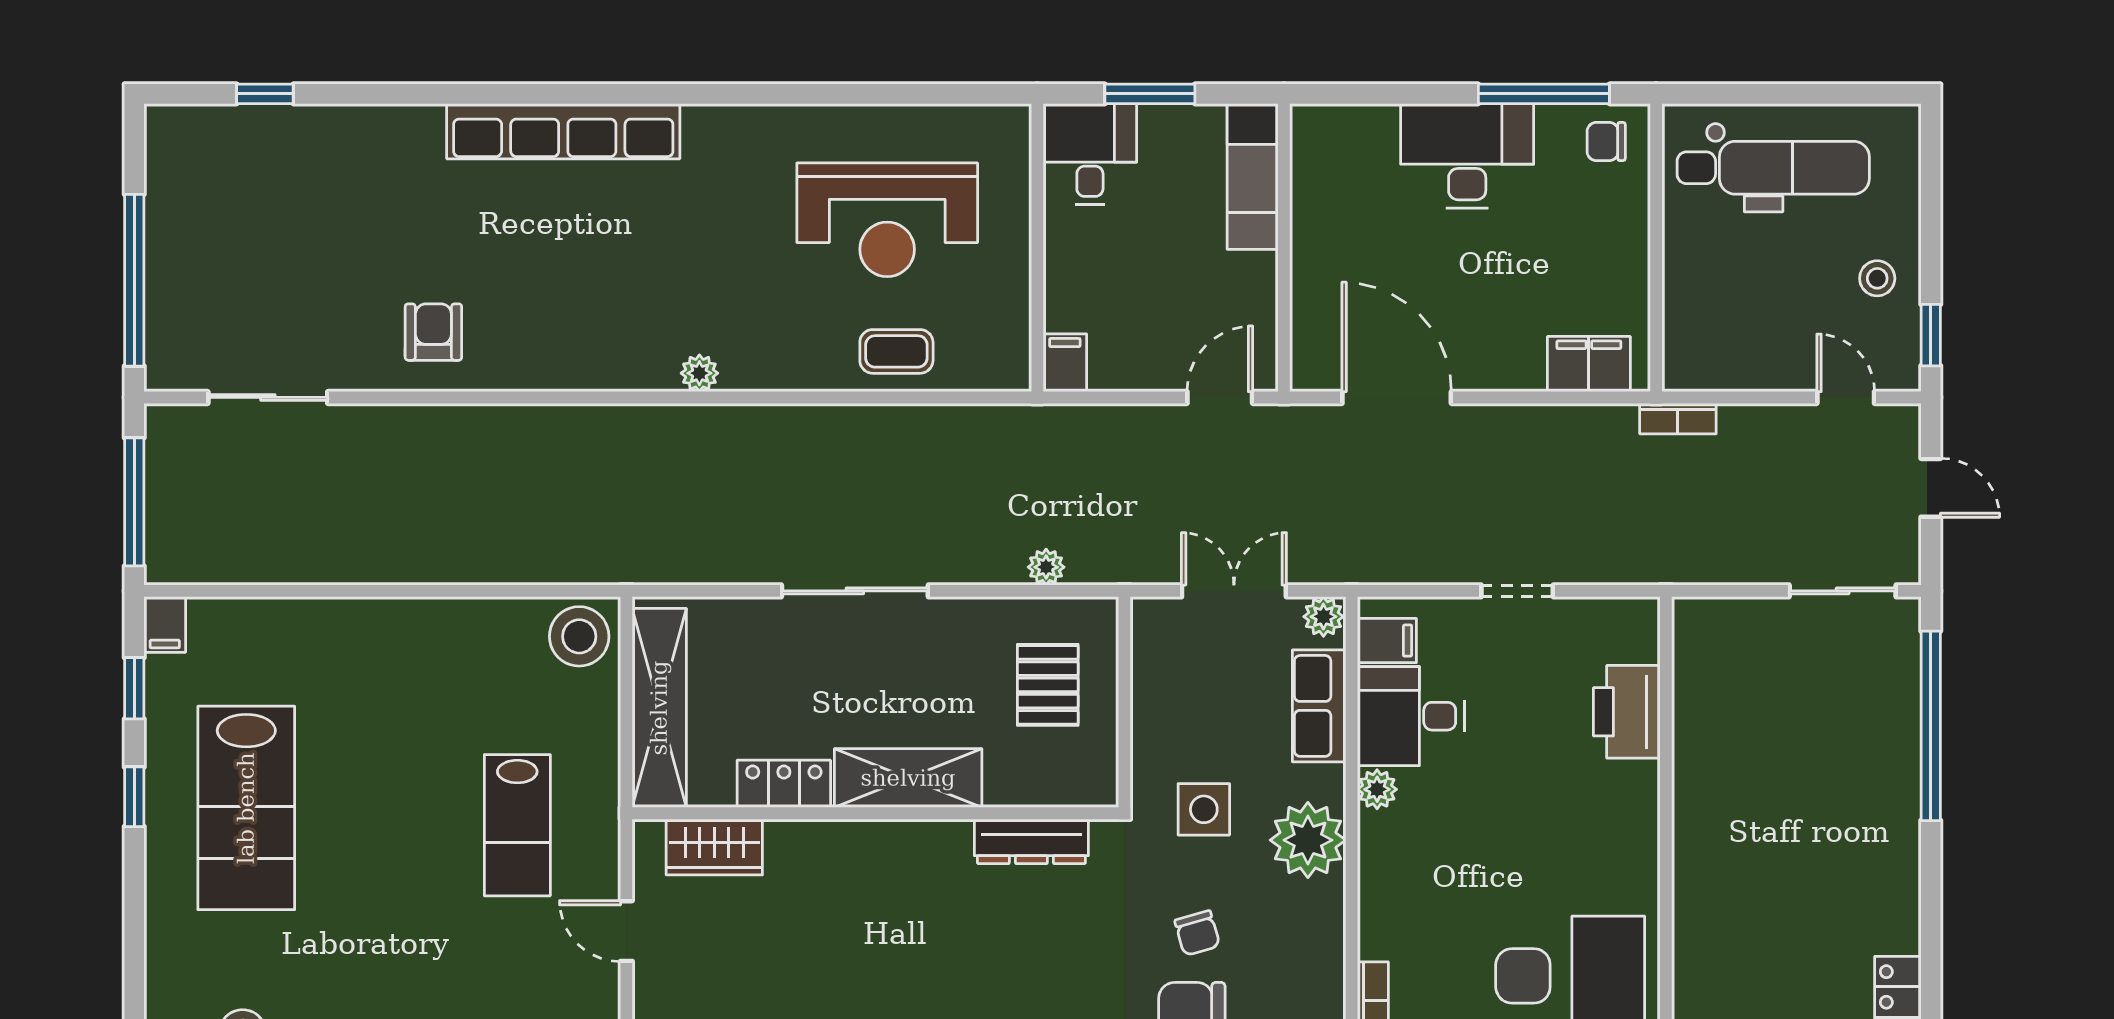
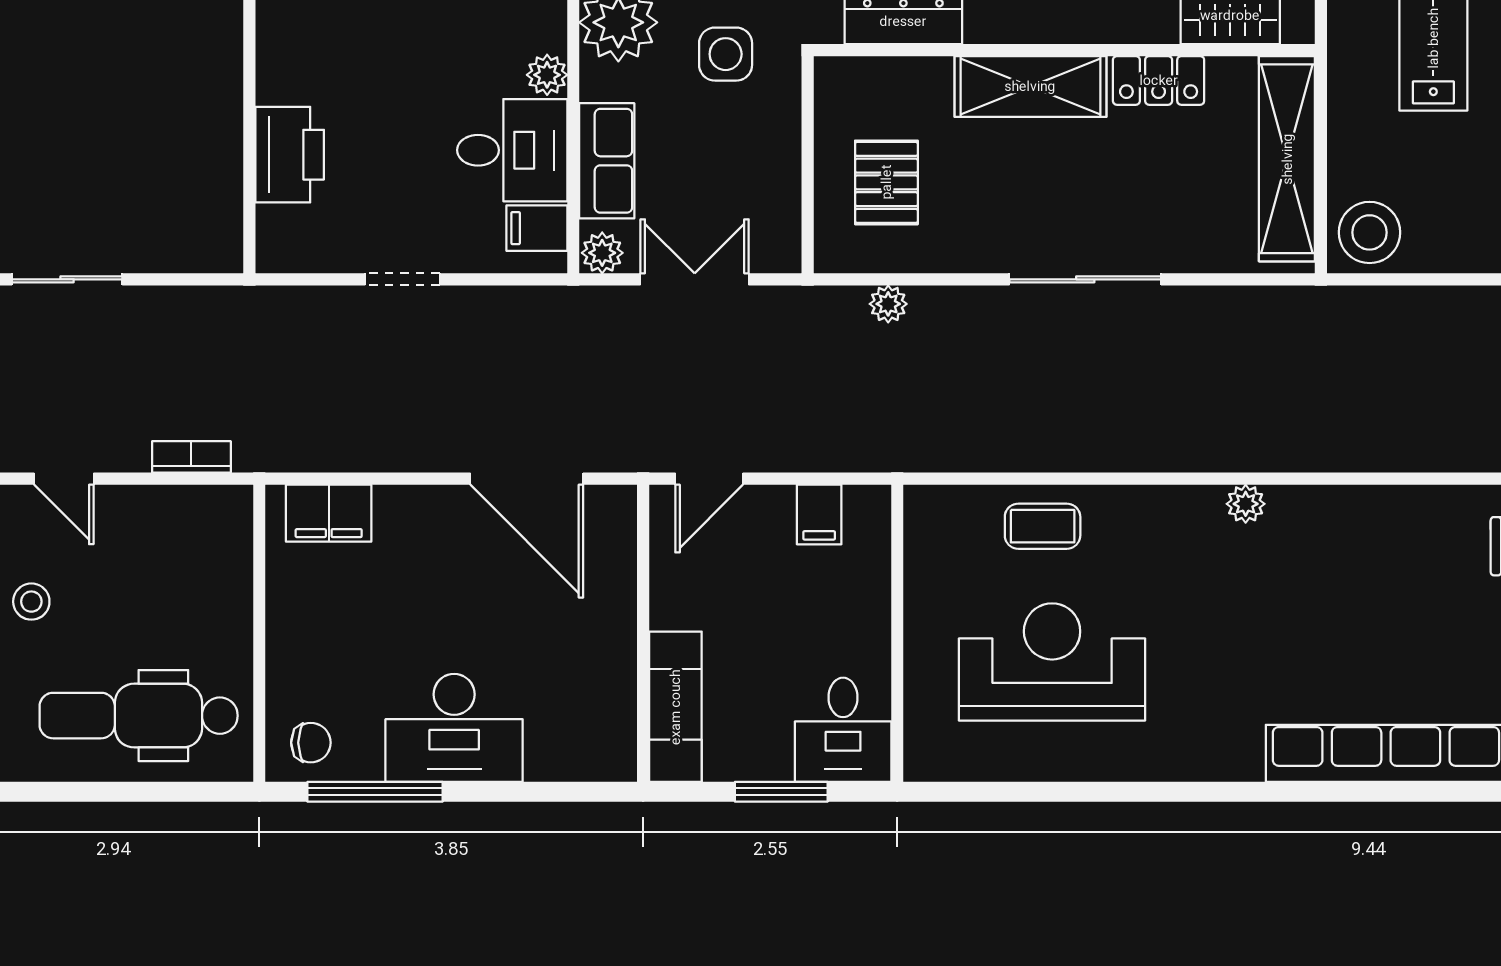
filing cabinet: (1065, 363) -> (819, 515), moved
bookcase: (1678, 419) -> (191, 457), moved
double door: (1234, 591) -> (695, 279), swing flipped

